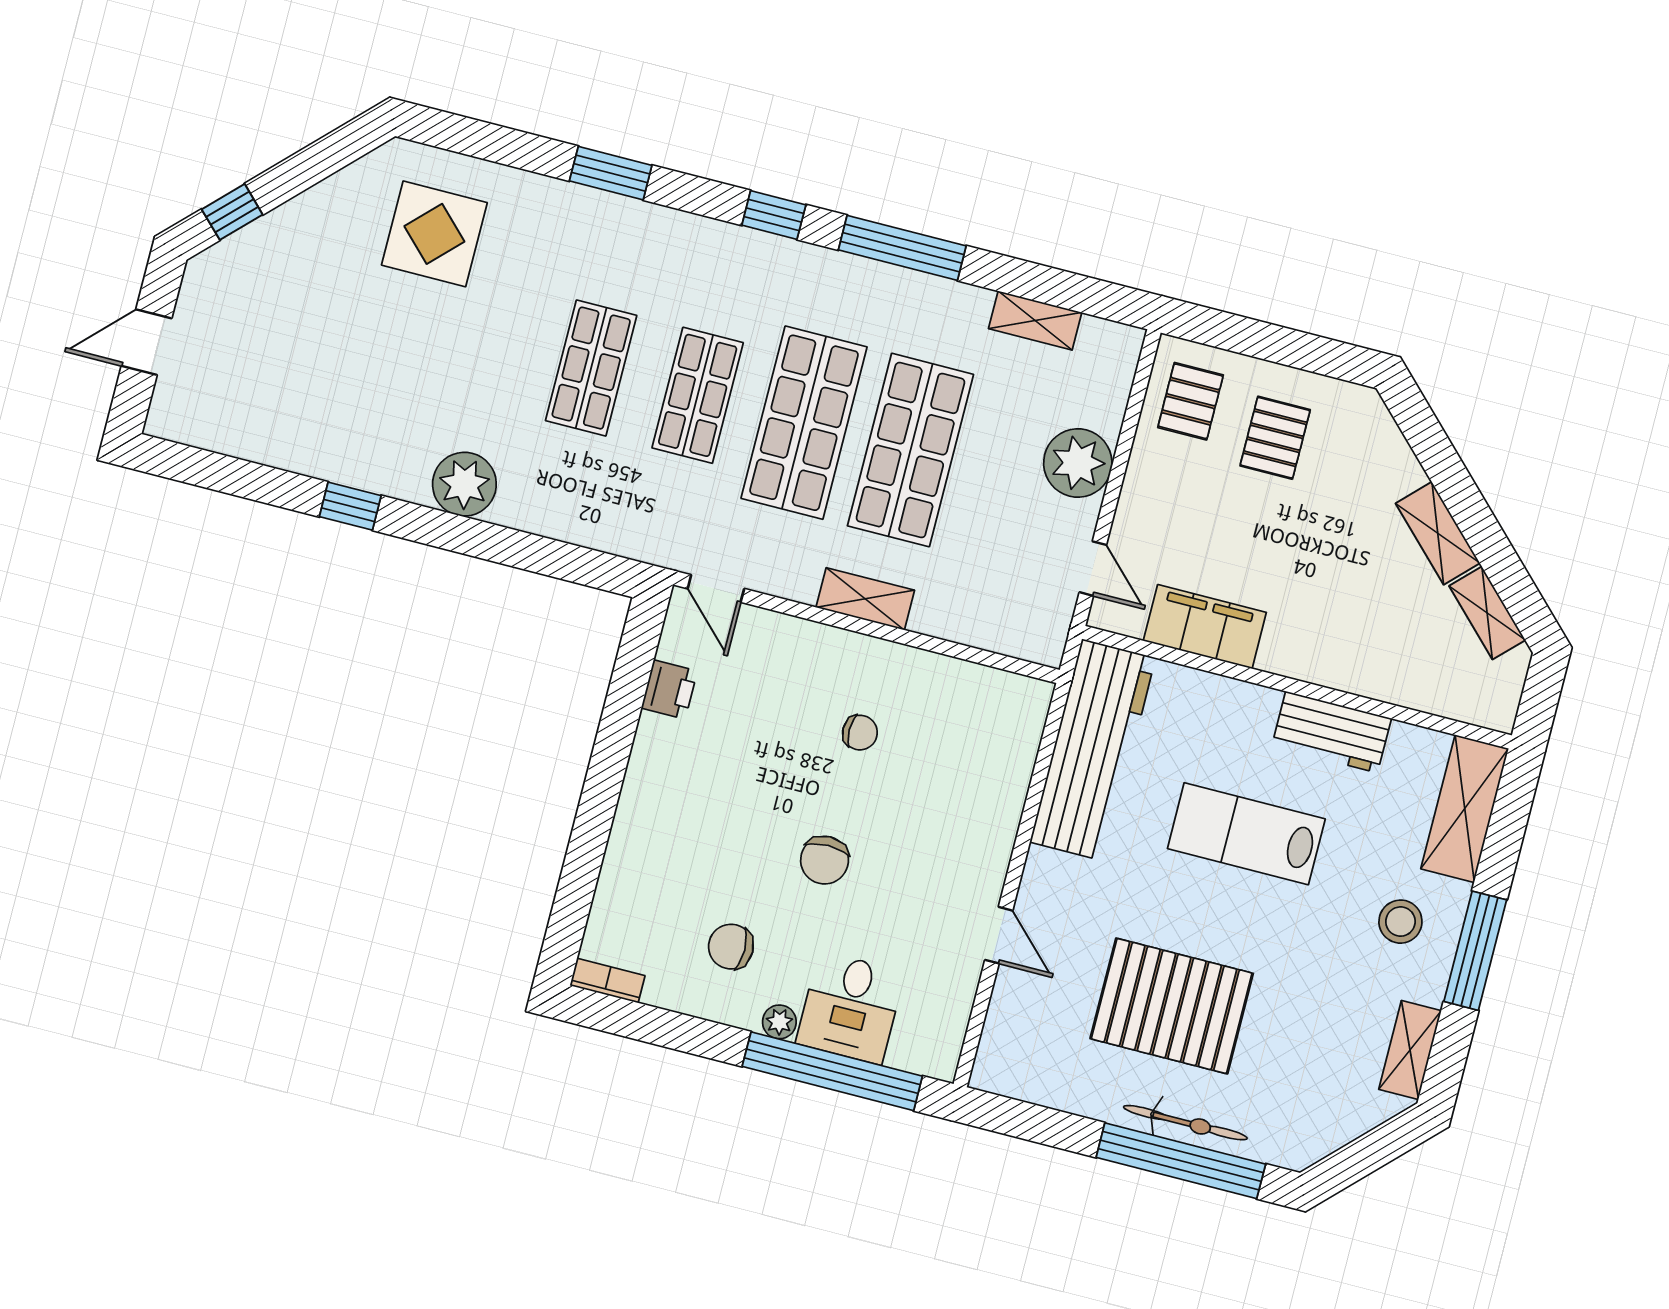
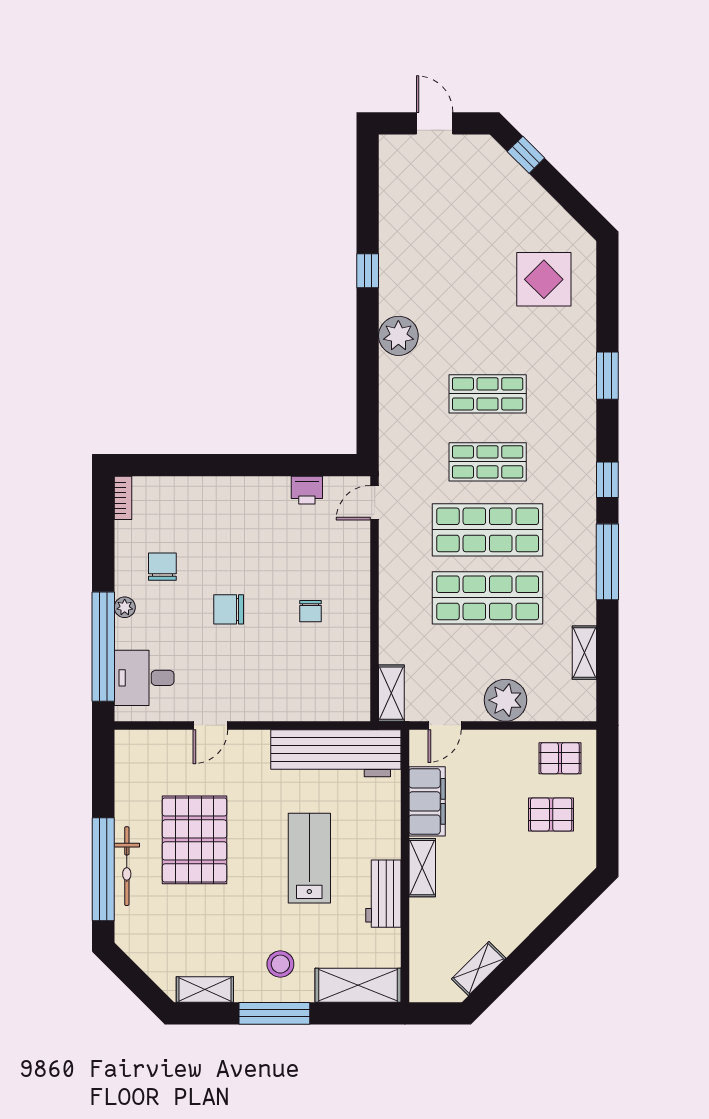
shelving: (1438, 533) -> (422, 868), moved, turned -45
shelving: (865, 599) -> (391, 693), moved
desk: (850, 1008) -> (144, 678), moved

